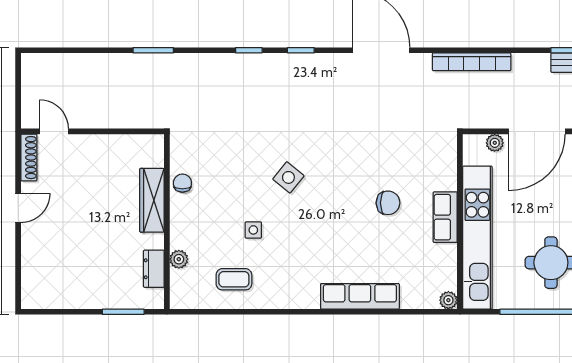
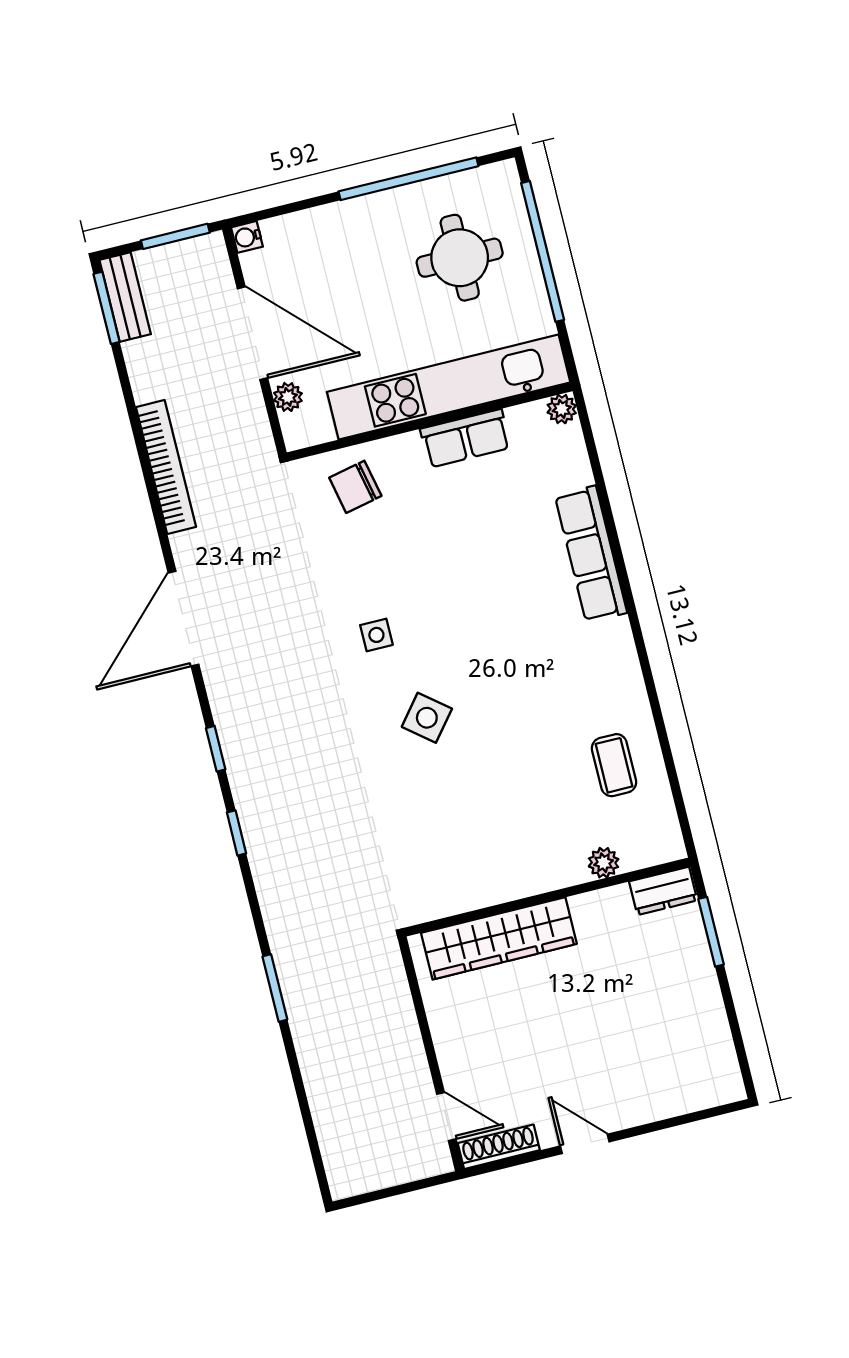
door: (54, 131) -> (446, 1117), swing flipped
chair: (182, 183) -> (479, 887), removed
wardrobe: (152, 200) -> (499, 938), width x1.40, depth x1.17
chair: (388, 203) -> (355, 487), moved, turned -102
row of seats: (445, 217) -> (466, 438), moved
side table: (253, 230) -> (376, 635), moved
dresser: (154, 269) -> (663, 891), moved

